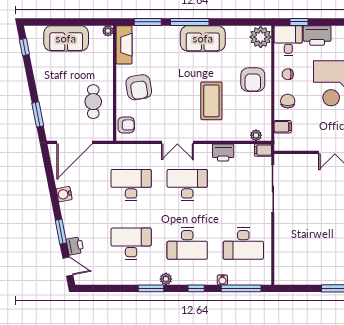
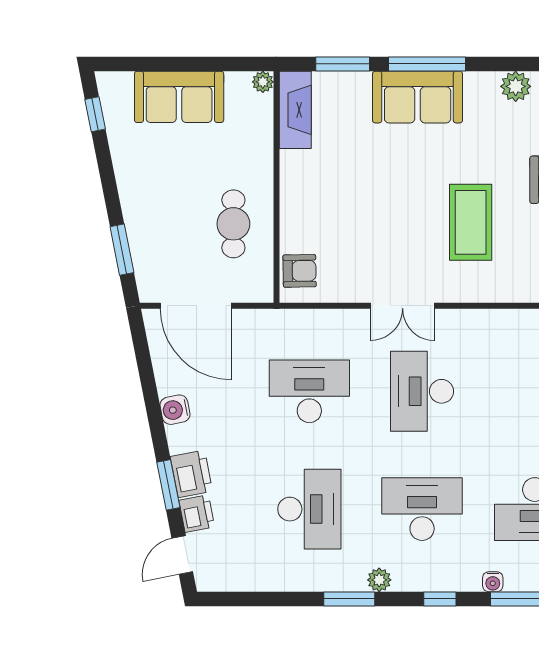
plant: (234, 33) -> (516, 86), added
sofa: (203, 38) -> (418, 97), moved
armchair: (139, 87) -> (325, 195), removed
door: (74, 142) -> (196, 306), hinge flipped
printer: (223, 152) -> (191, 474), moved, turned -101
desk: (187, 185) -> (422, 391), turned -90
desk: (131, 244) -> (309, 509), turned 90
desk: (187, 244) -> (422, 509), turned 180
door: (68, 267) -> (182, 555), swing flipped

